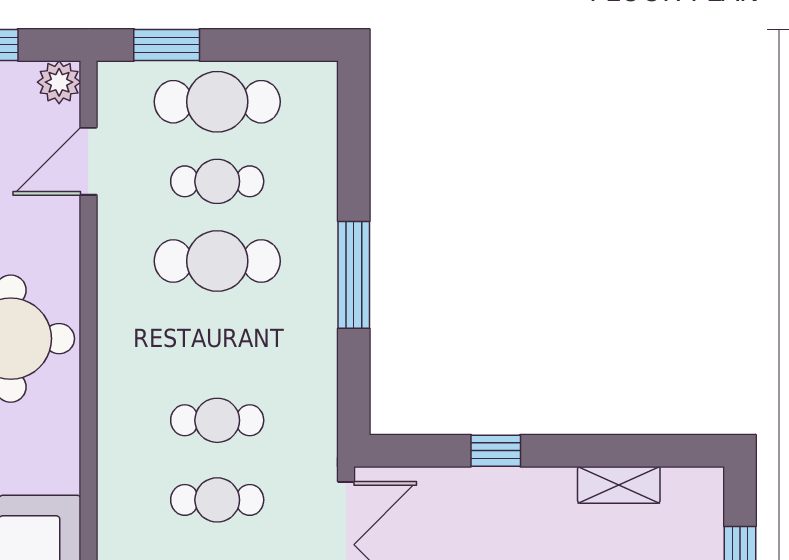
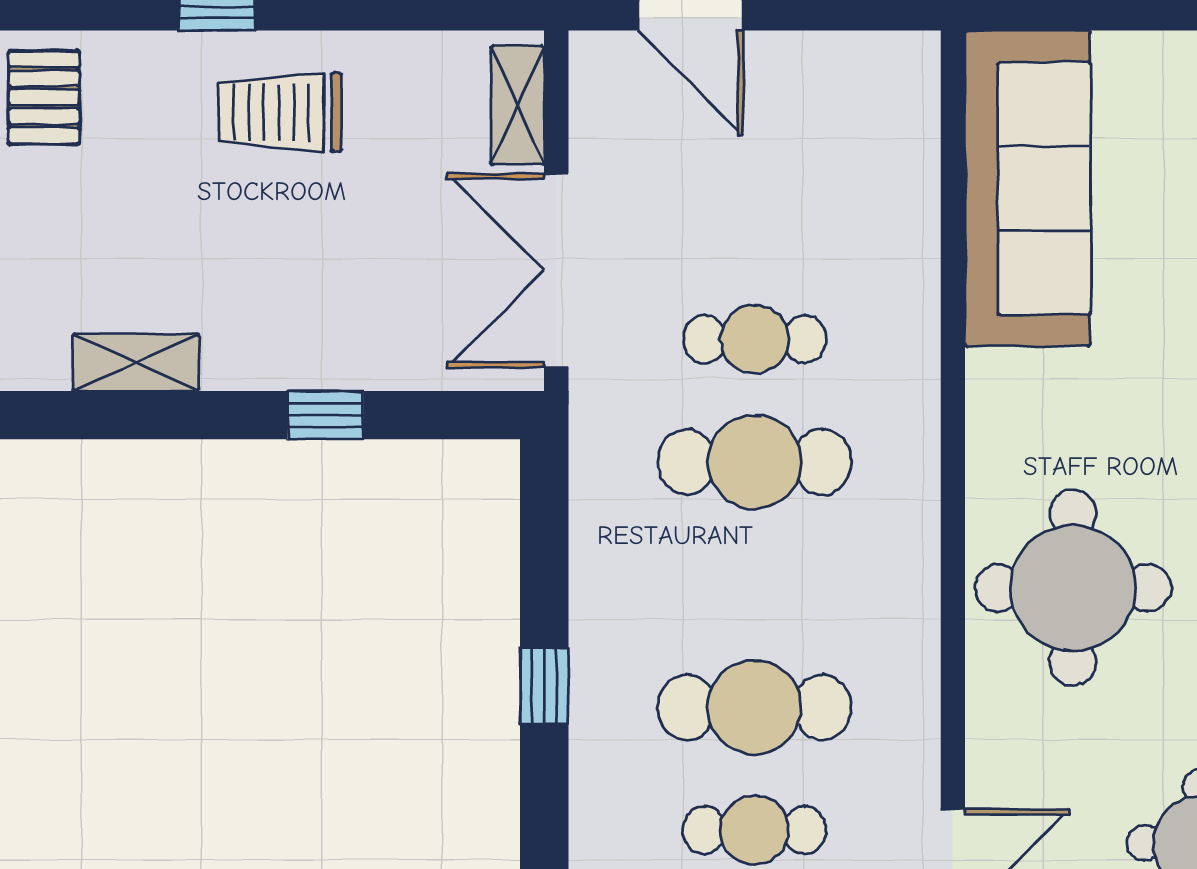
window: (354, 275) -> (544, 686), width x0.46
cafe table: (217, 420) -> (755, 462), width x1.37, depth x1.35

